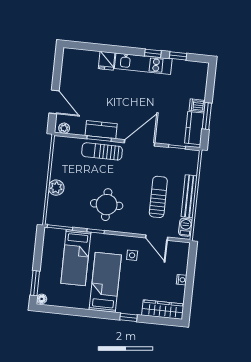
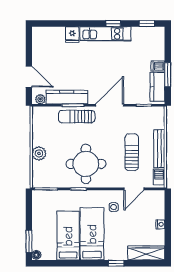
window: (178, 56) -> (147, 24), moved
kitchen counter: (101, 130) -> (67, 97), width x1.50
round table: (107, 205) -> (86, 164), width x1.36, depth x1.36
door: (157, 238) -> (134, 189), hinge flipped
bed: (76, 258) -> (68, 236), moved, turned 180

